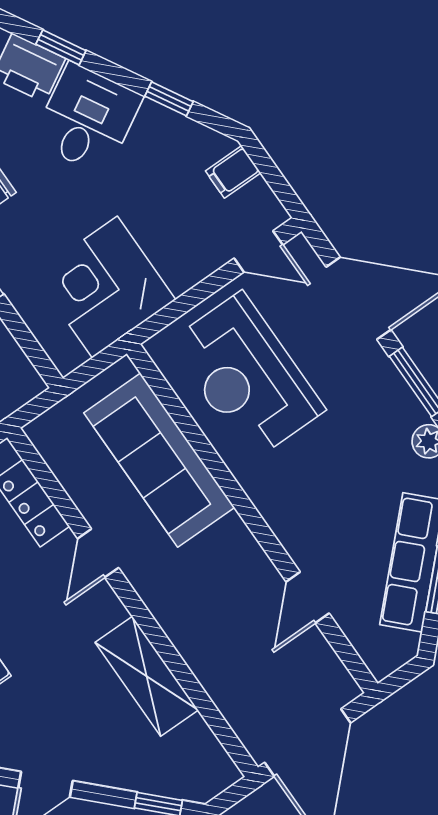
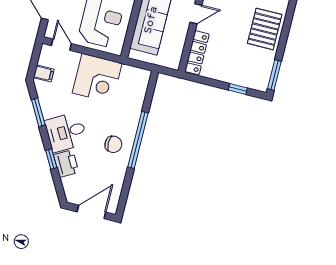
window: (169, 99) -> (38, 112), width x1.50
corner desk: (105, 287) -> (97, 78), moved

